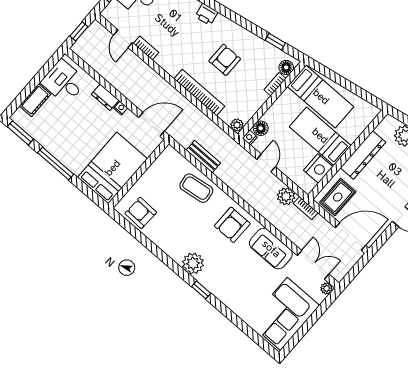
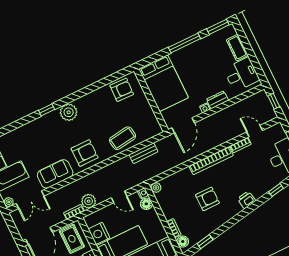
armchair: (225, 60) -> (207, 199), turned -90
bookcase: (199, 93) -> (211, 161), moved
armchair: (232, 225) -> (85, 153), turned 90

